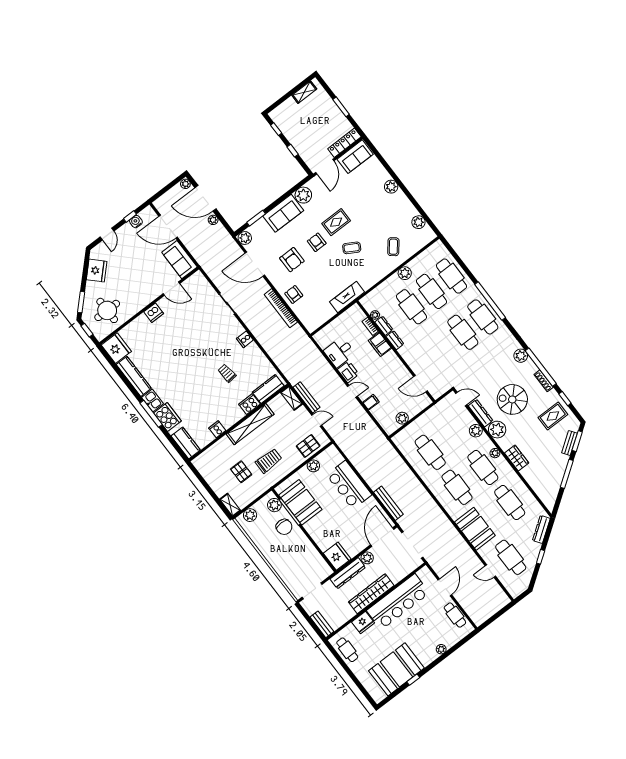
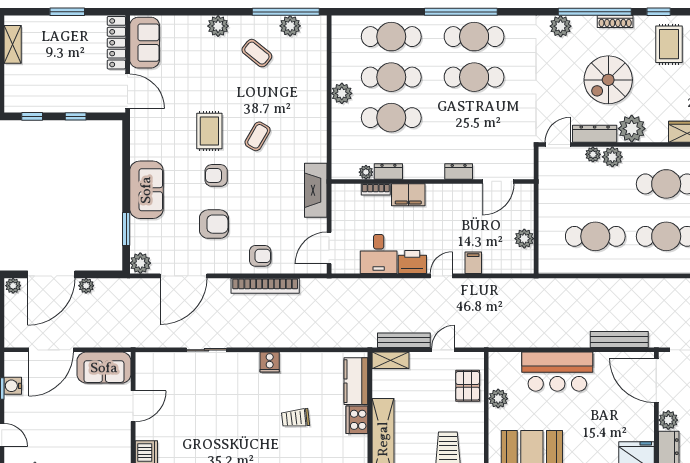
plant: (303, 195) -> (143, 146), removed
window: (424, 215) -> (286, 12), added
coffee table: (393, 247) -> (257, 53), moved
armchair: (294, 294) -> (260, 256), turned 180
door: (324, 325) -> (329, 248), added
dresser: (395, 340) -> (459, 171), moved
plant: (495, 453) -> (593, 154), moved

